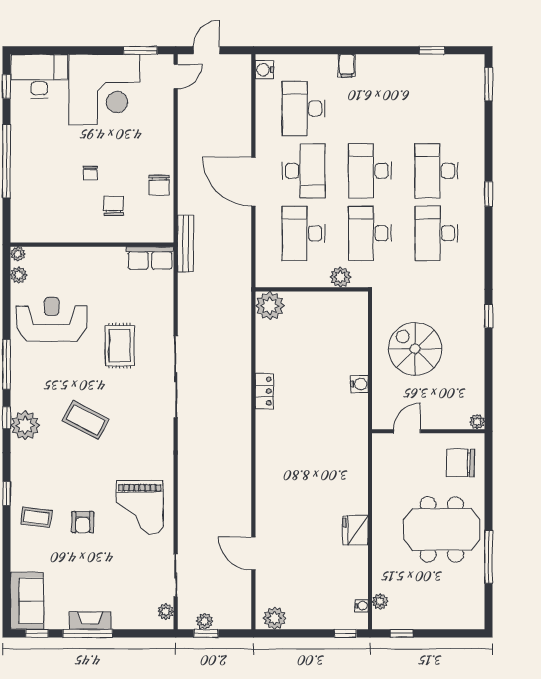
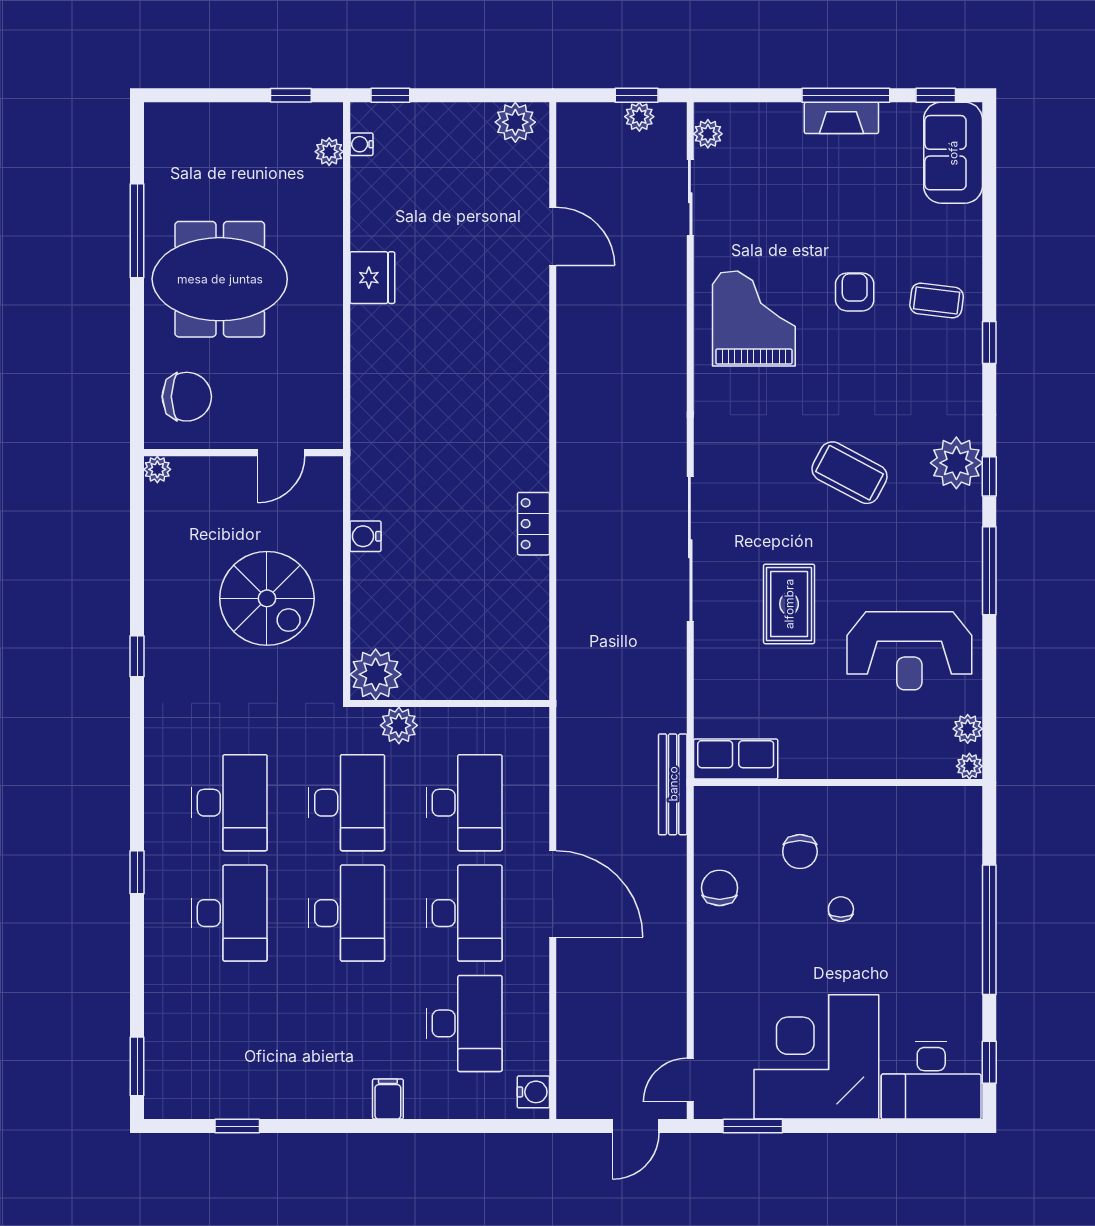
desk: (304, 171) -> (464, 913), turned 180
plant: (270, 306) -> (376, 674), moved

